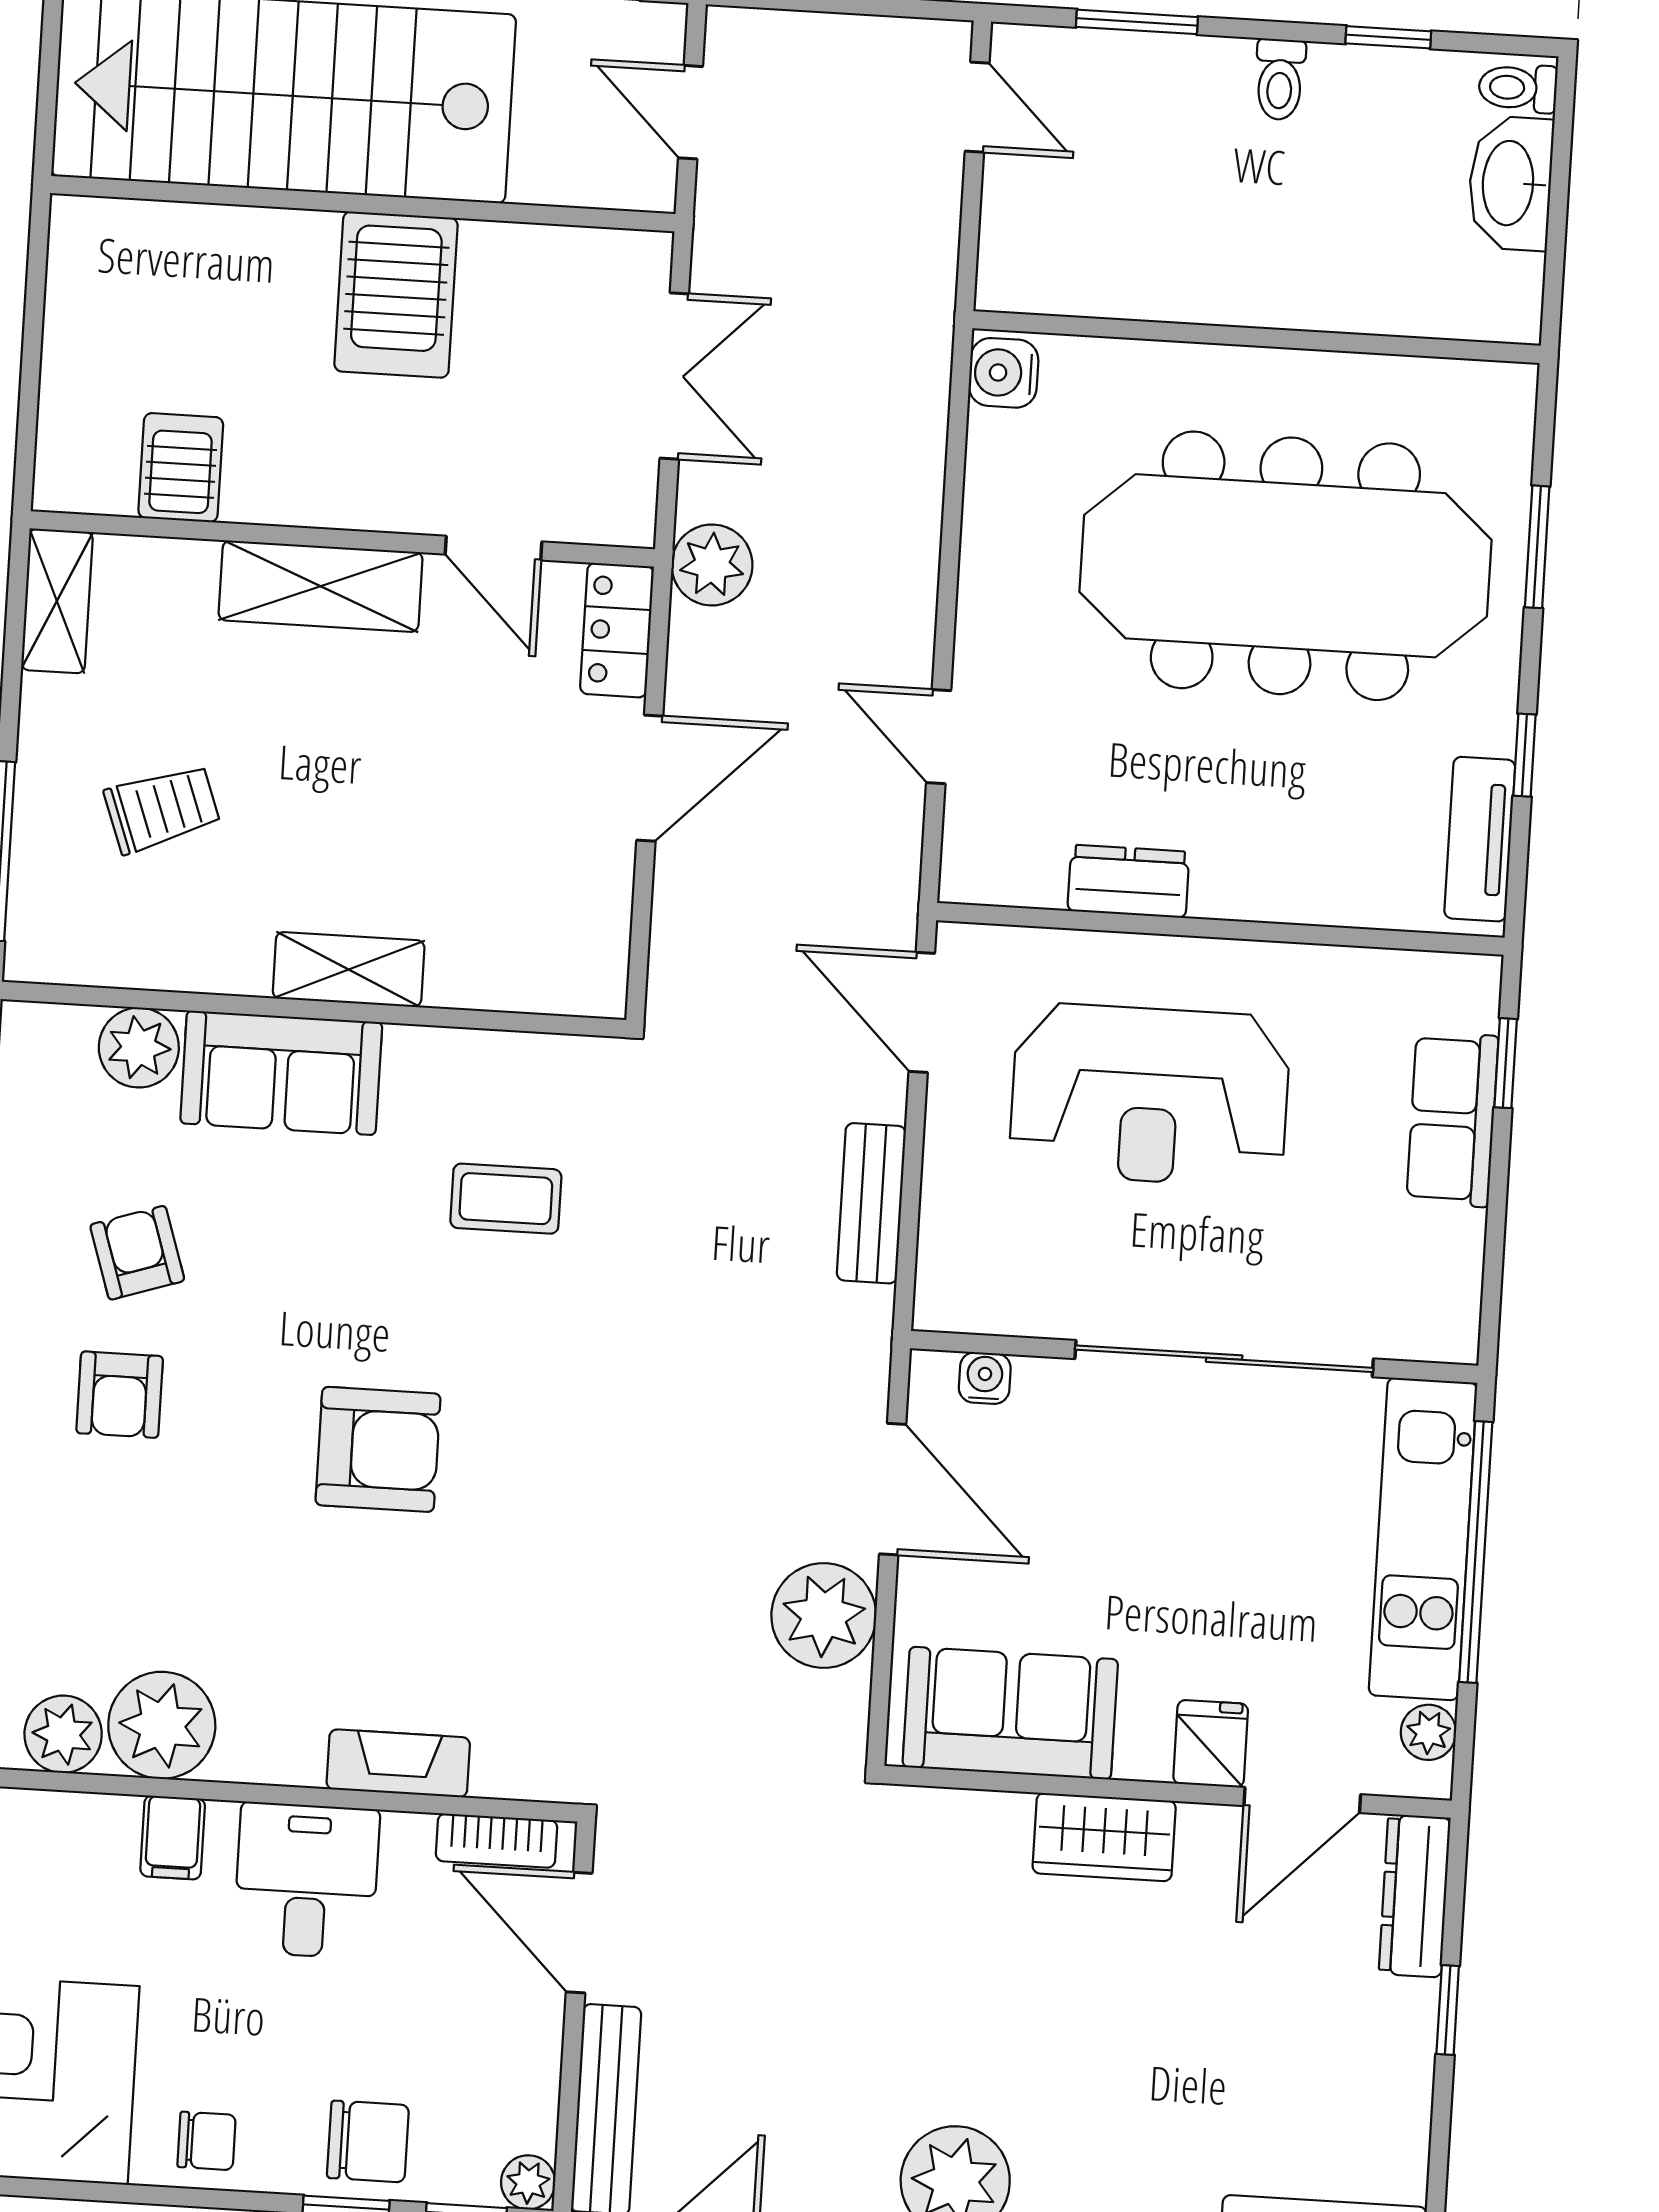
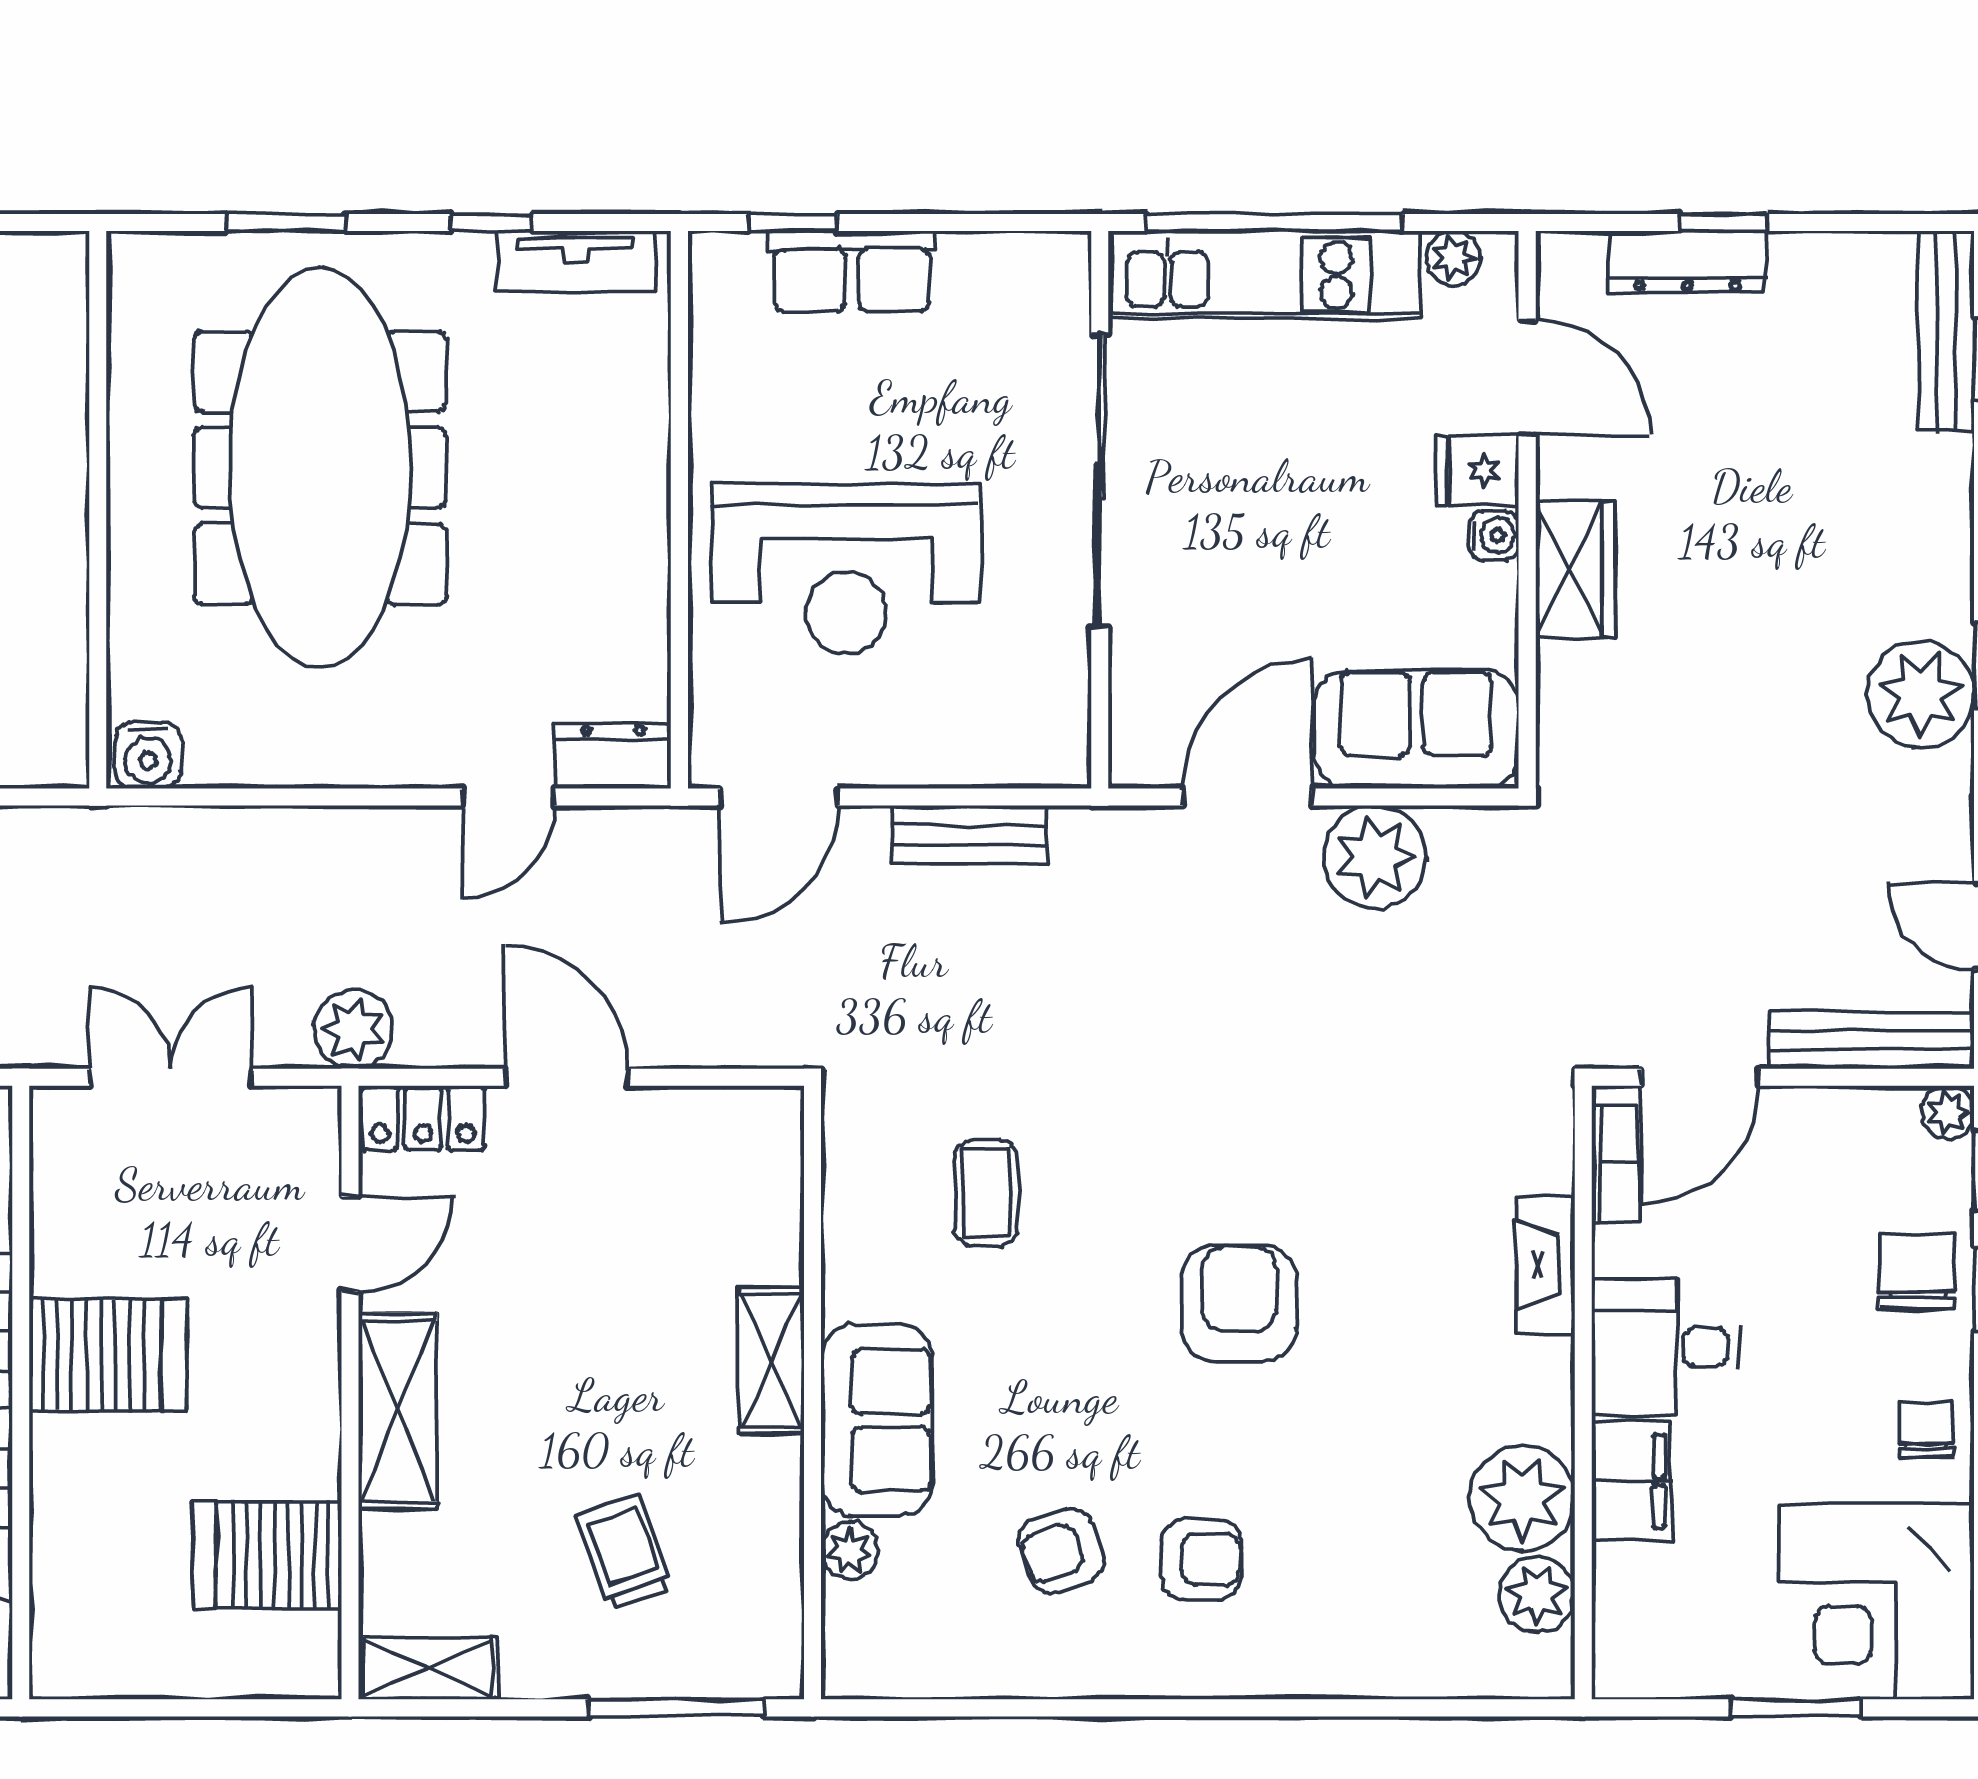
server rack: (181, 468) -> (267, 1555), width x1.36, depth x1.44
dresser: (1128, 881) -> (613, 756), moved, turned 90
plant: (139, 1048) -> (849, 1551), width x0.73, depth x0.73
reception desk: (1150, 1095) -> (846, 569), turned 90
water cooler: (985, 1378) -> (1494, 536), moved, turned 180
sofa: (1010, 1713) -> (1416, 729), moved, turned 90
filing cabinet: (173, 1837) -> (1631, 1481), width x2.00
dresser: (1415, 1896) -> (1687, 262), moved

